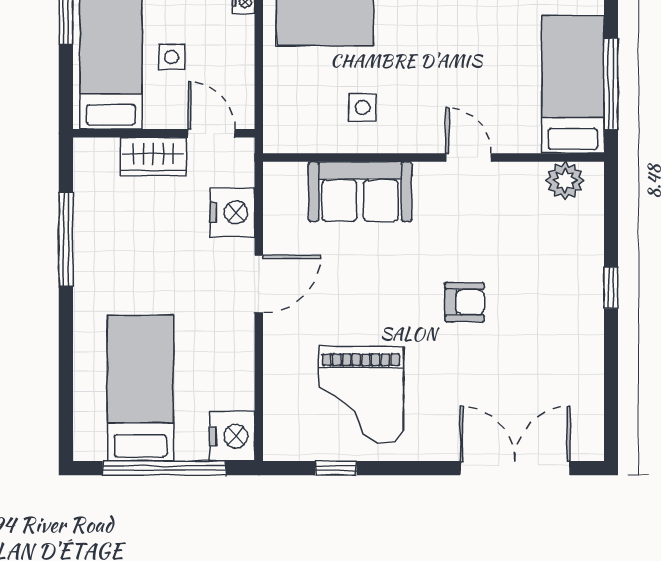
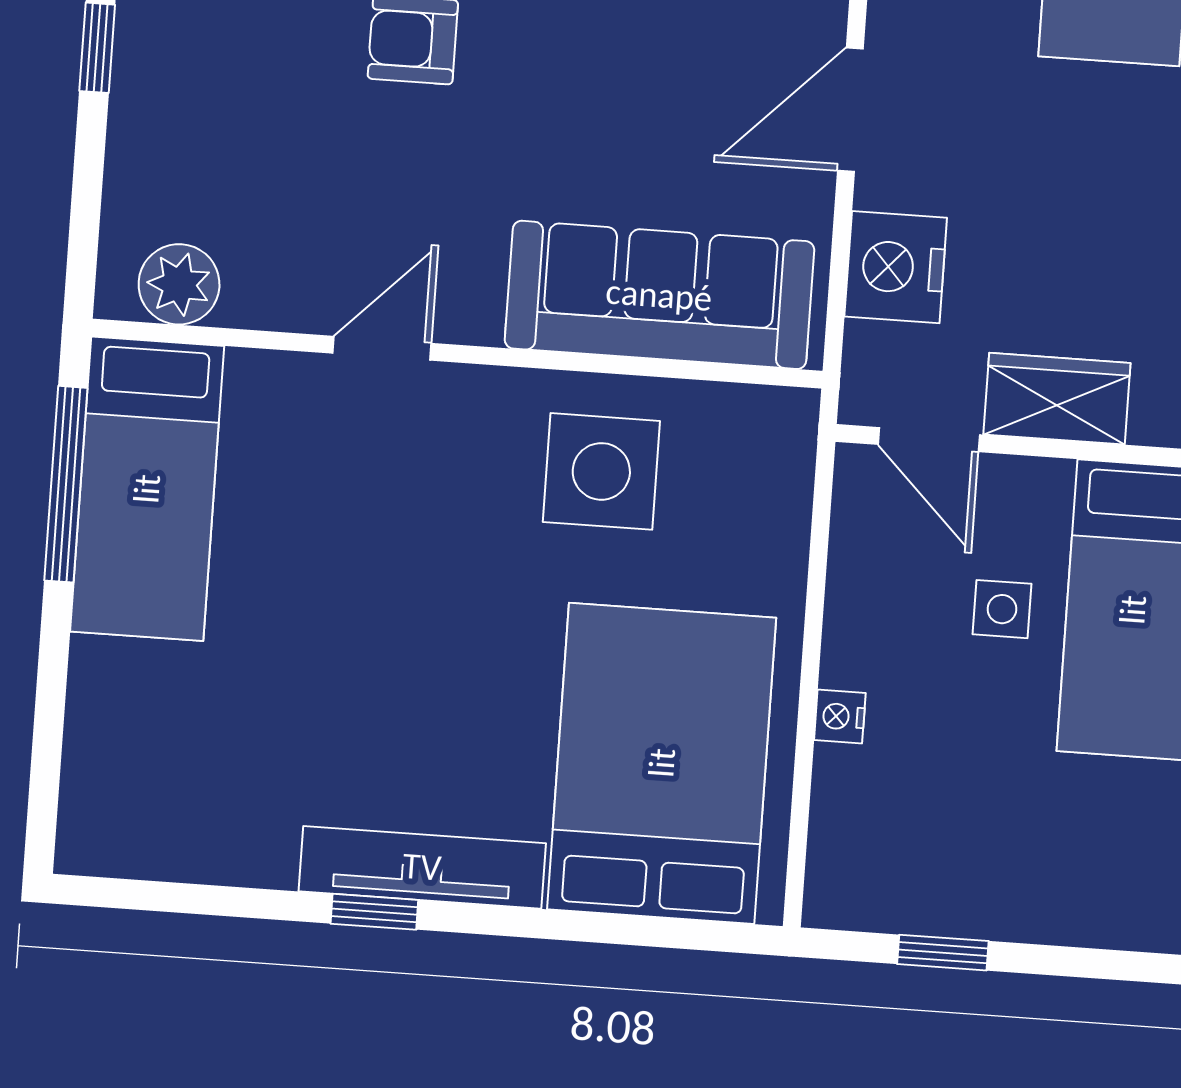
side table: (362, 108) -> (601, 471), width x1.87, depth x1.87
door: (469, 158) -> (382, 348), swing flipped
sofa: (360, 192) -> (659, 295), width x1.36

